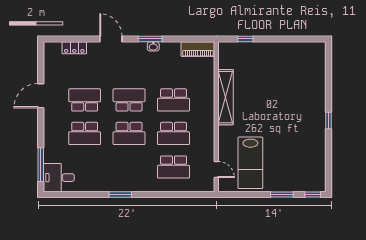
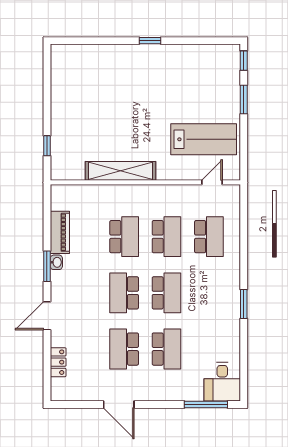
piano: (198, 49) -> (60, 232), moved

